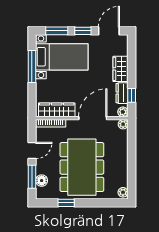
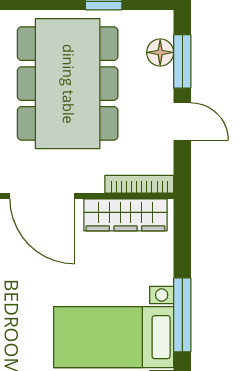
door: (93, 118) -> (42, 196), hinge flipped
door: (32, 150) -> (182, 122), swing flipped

